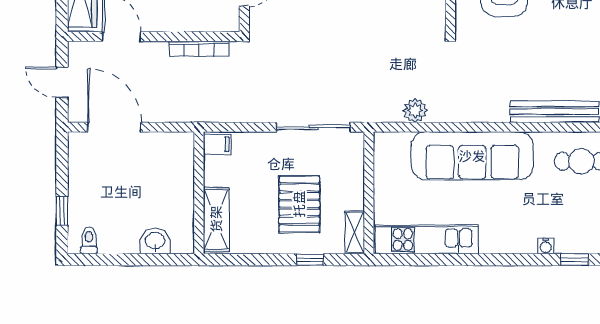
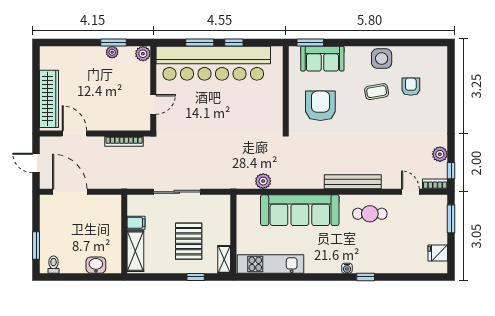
sliding door: (313, 127) -> (177, 192), moved
filing cabinet: (217, 144) -> (136, 223), moved
window: (62, 211) -> (36, 246), width x1.50

